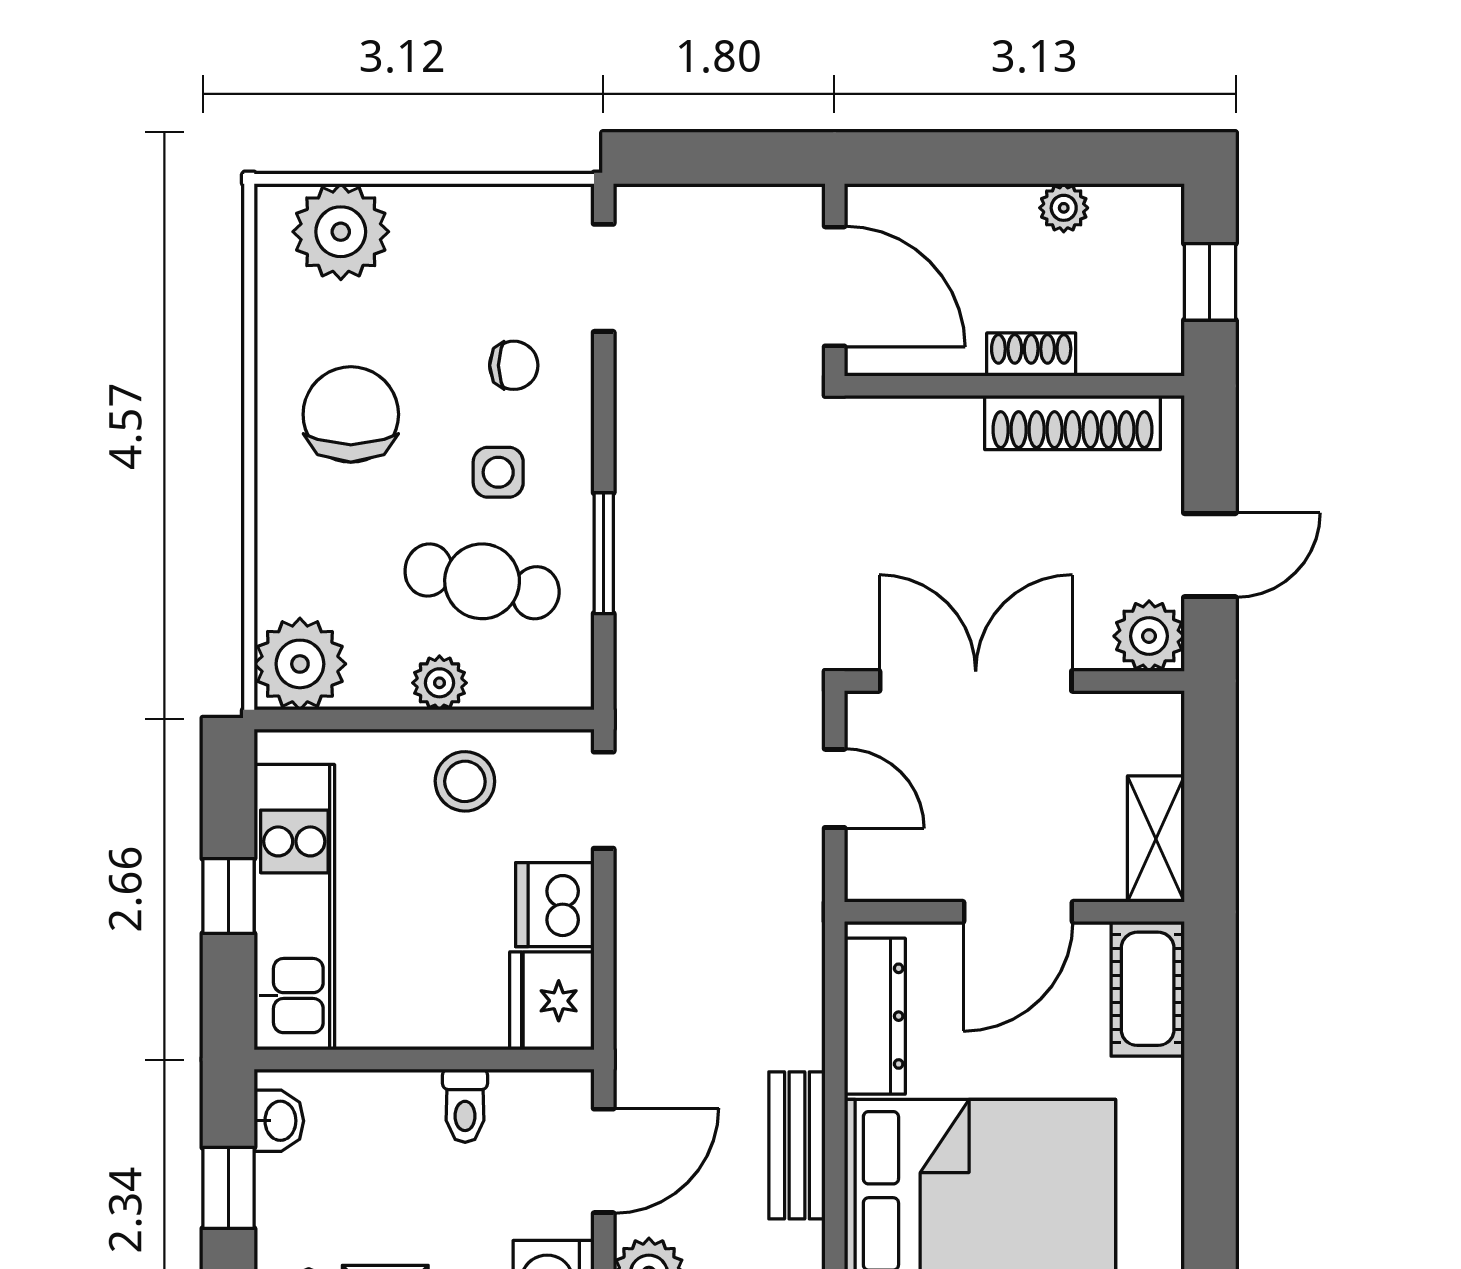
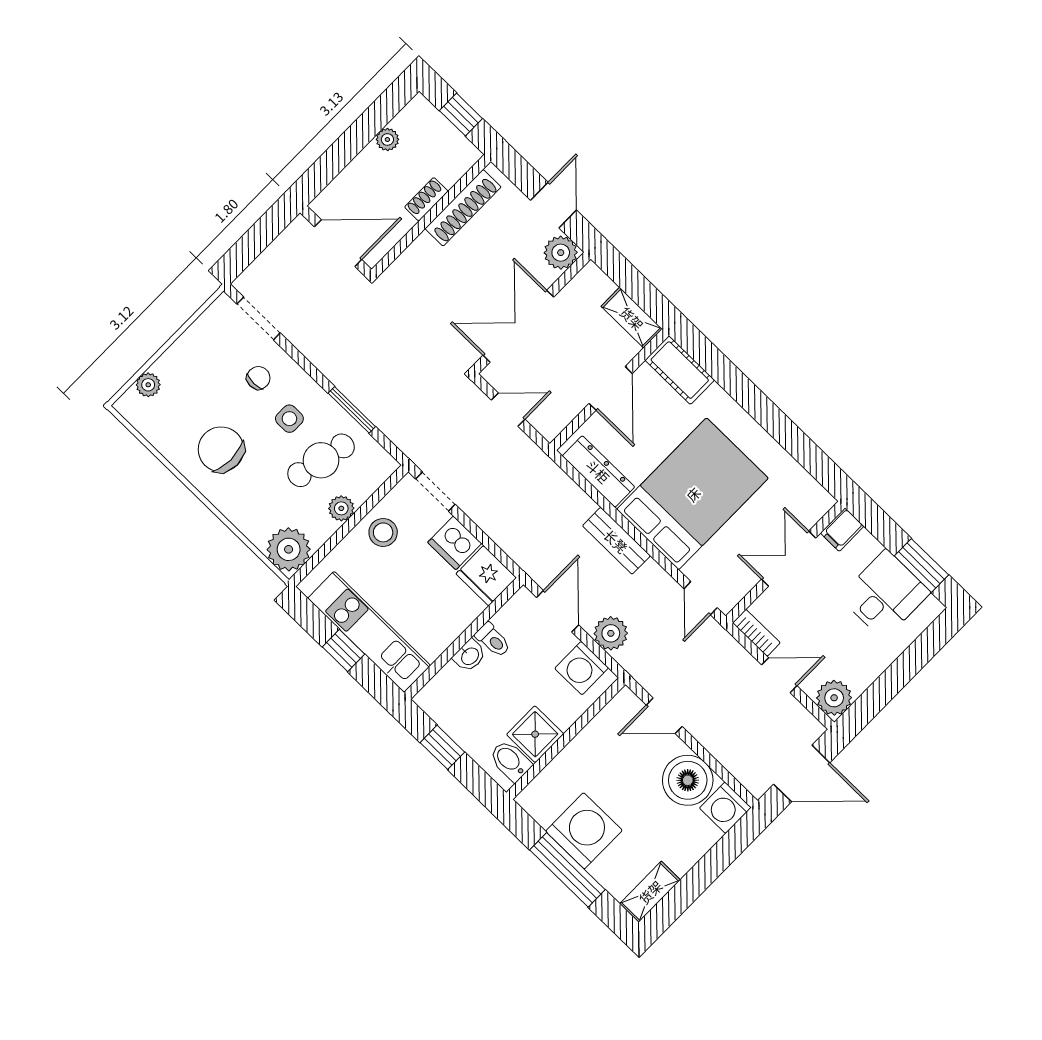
plant: (341, 232) -> (148, 385), width x0.53, depth x0.53
washbasin: (279, 1121) -> (470, 656), moved, turned 90

